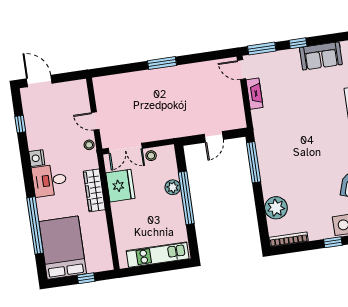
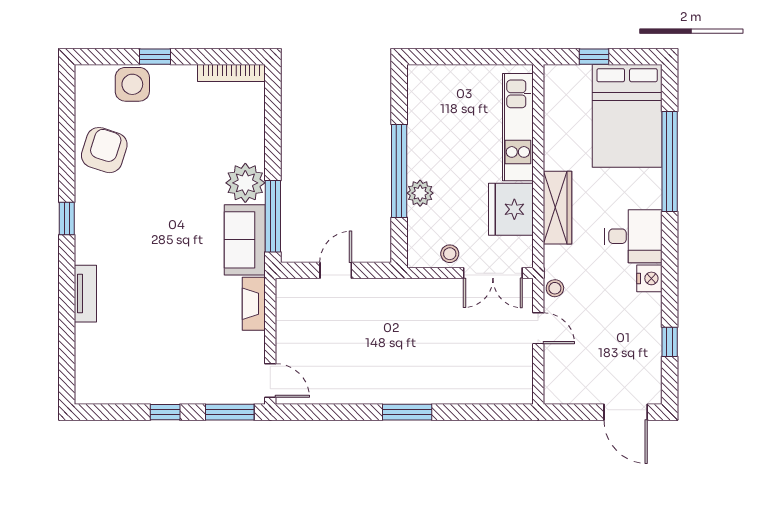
sofa: (321, 56) -> (245, 240), moved, turned -90
fireplace: (254, 94) -> (254, 304), moved
double door: (125, 148) -> (493, 273), swing flipped
plant: (276, 208) -> (245, 183), moved
kitchen unit: (158, 255) -> (518, 127), moved, turned 90

